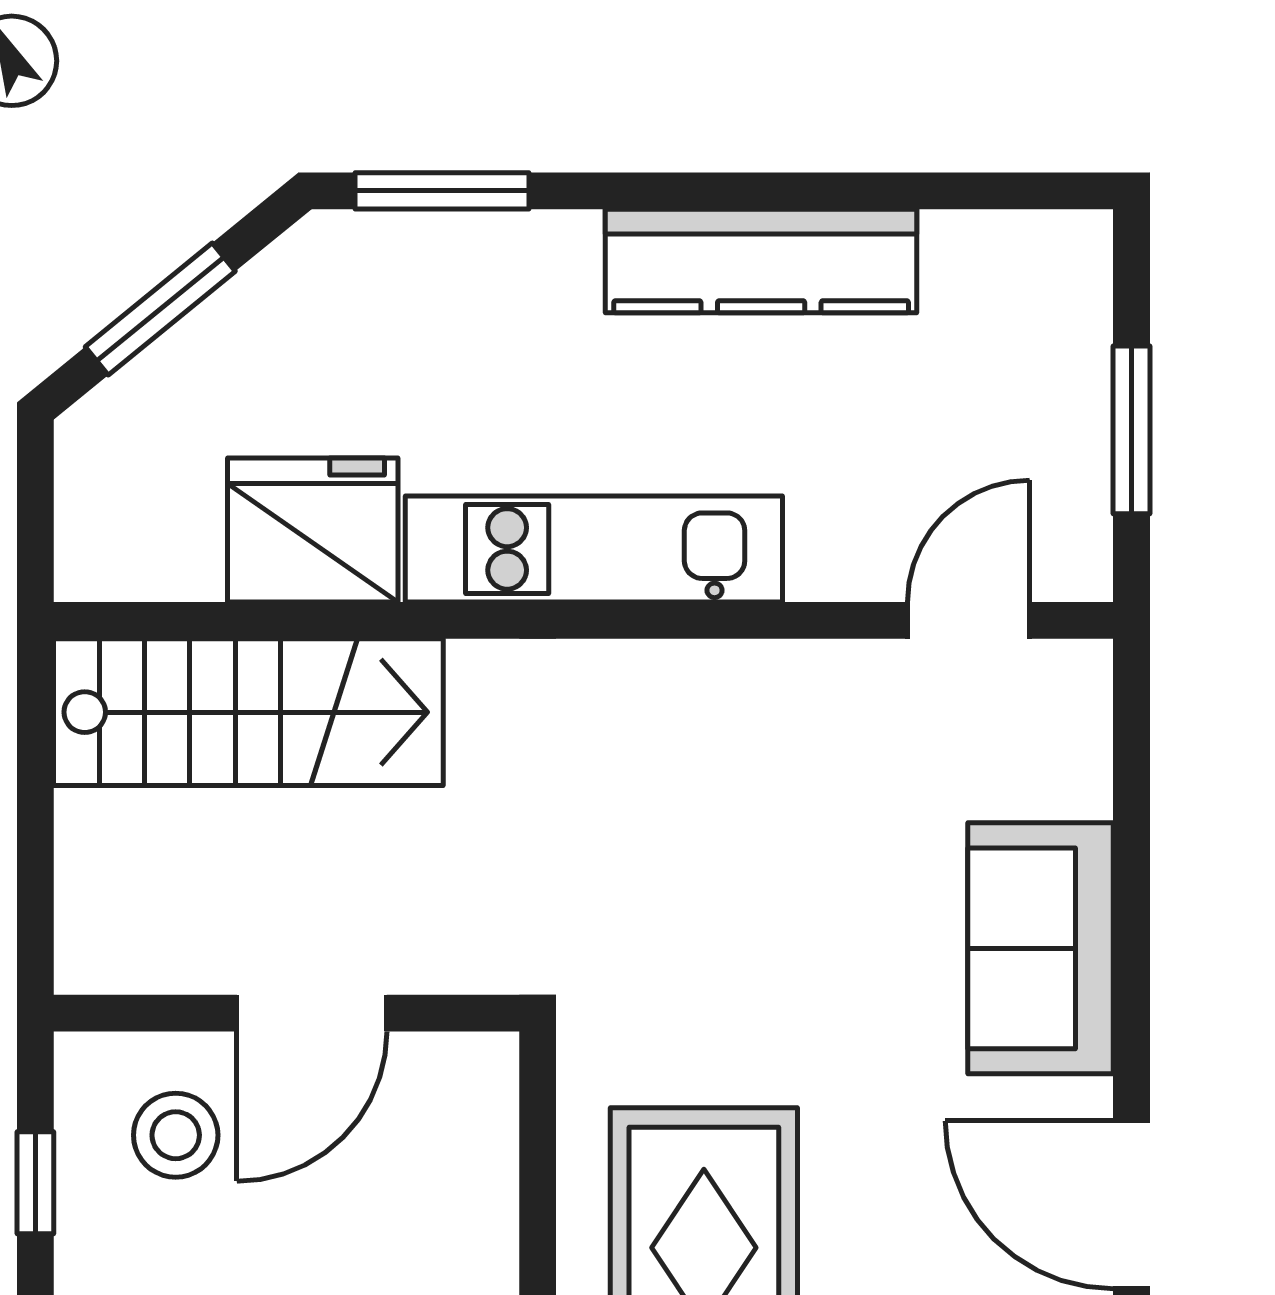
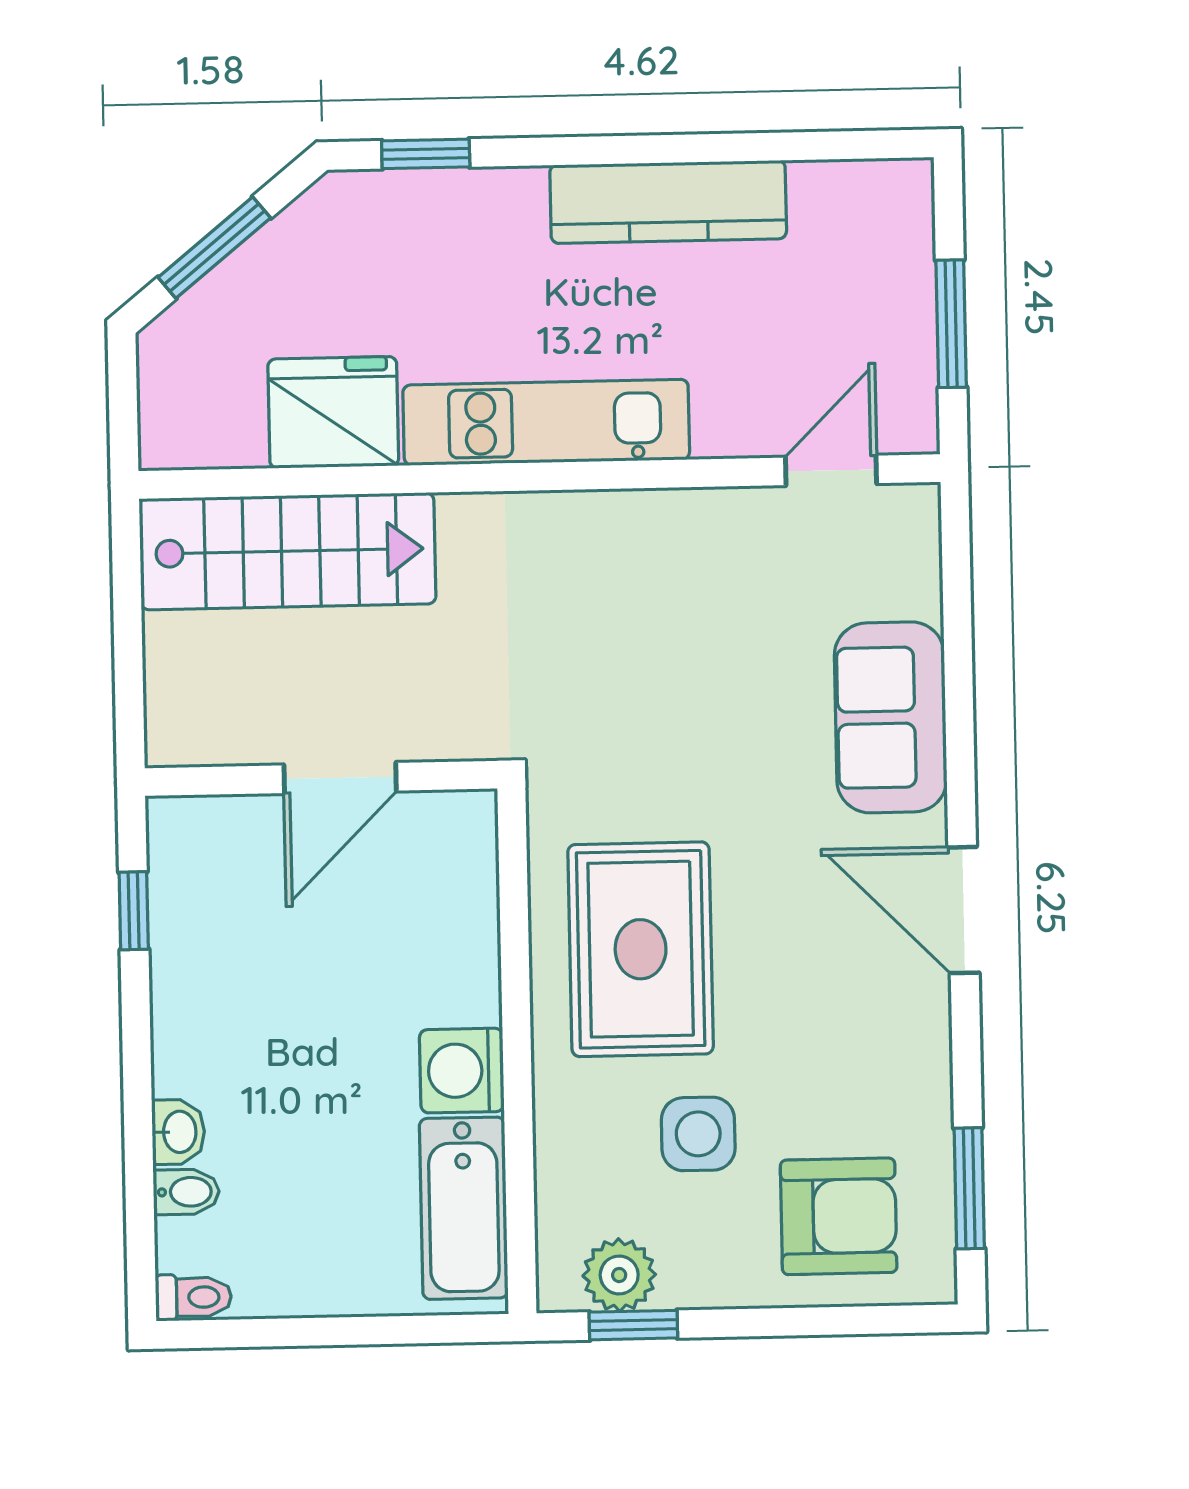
window: (442, 191) -> (426, 154), width x0.67
stool: (176, 1135) -> (239, 873), removed

